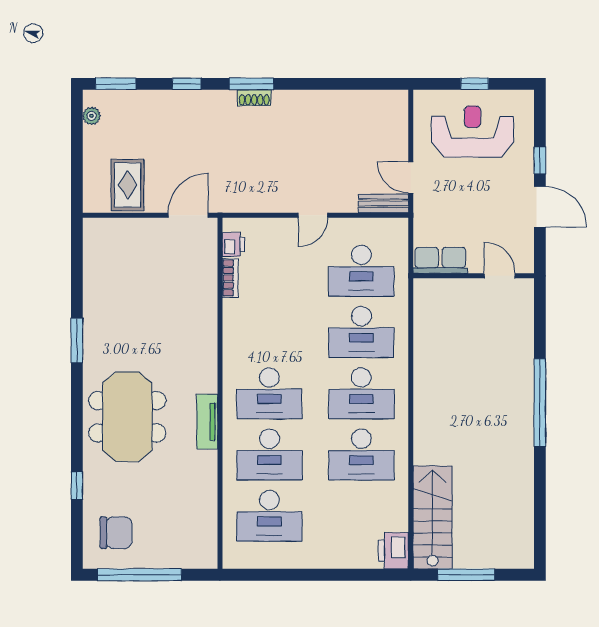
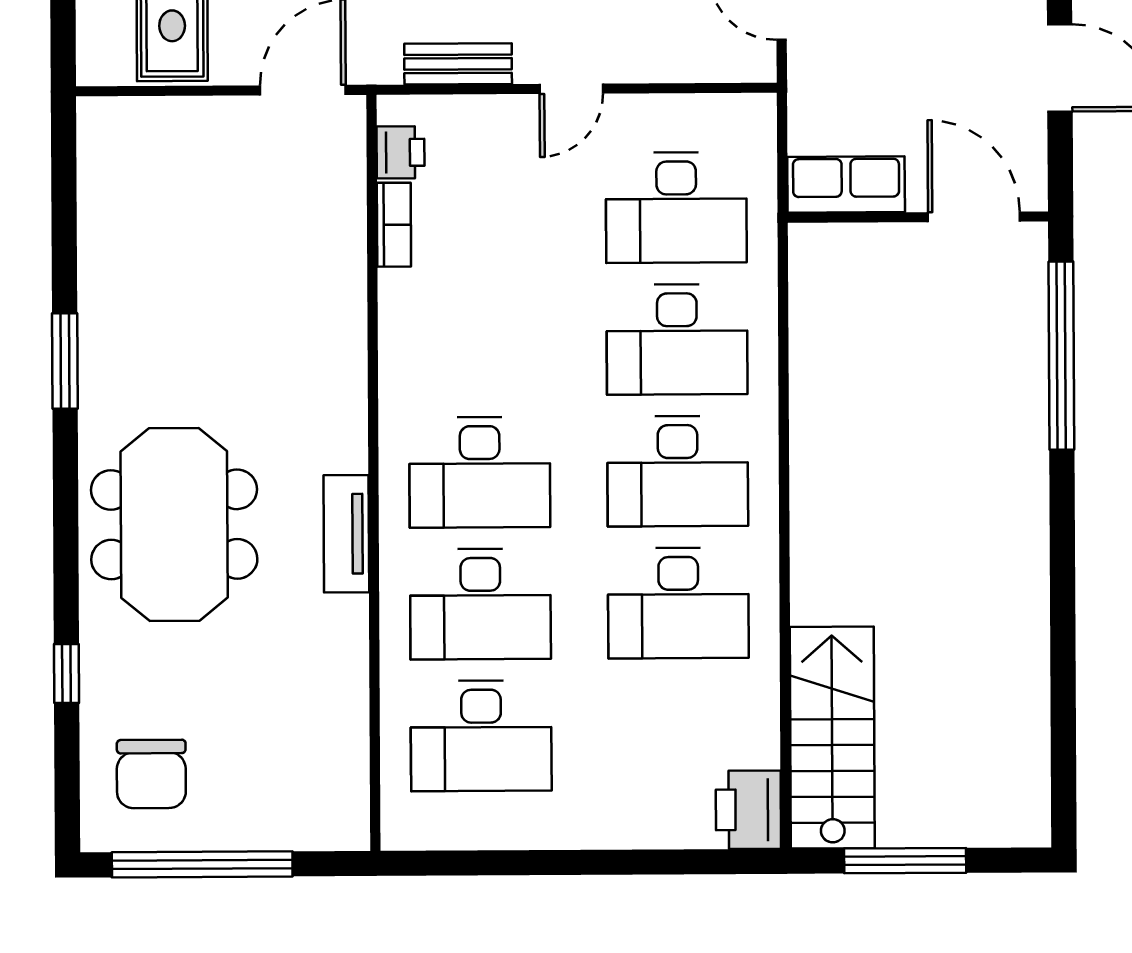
bench: (384, 203) -> (458, 64), moved
door: (500, 276) -> (974, 217), width x1.38
window: (540, 403) -> (1061, 356), moved
chair: (116, 533) -> (151, 774), turned 90

